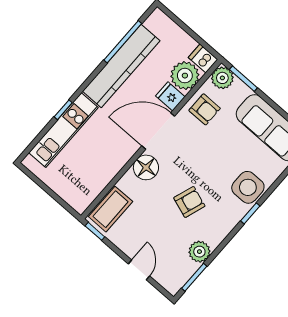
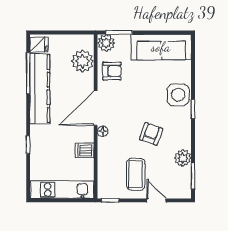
dishwasher: (203, 58) -> (85, 150), moved
fridge: (170, 96) -> (39, 45), moved, turned 180
kitchen unit: (63, 130) -> (62, 190), moved, turned -90
floor lamp: (146, 167) -> (103, 131), width x0.53, depth x0.53
coffee table: (111, 209) -> (136, 174), moved

